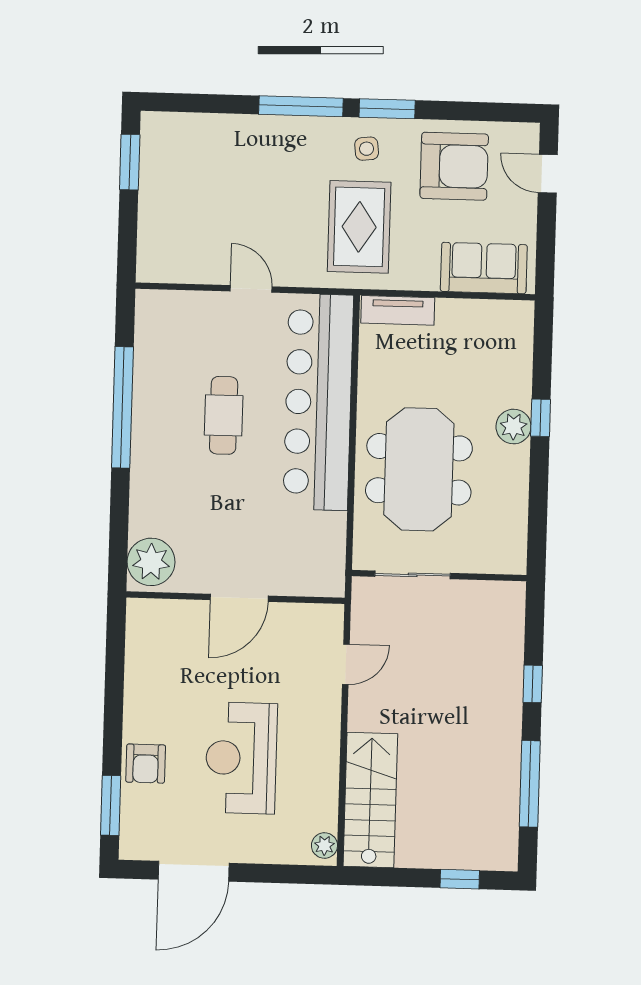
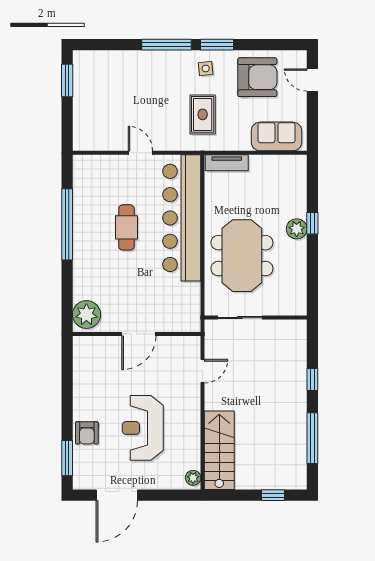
rug: (359, 227) -> (203, 114), width x0.73, depth x0.70

